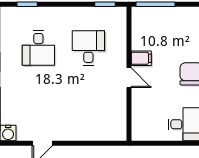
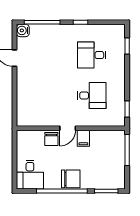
chair: (142, 98) -> (51, 139), added

